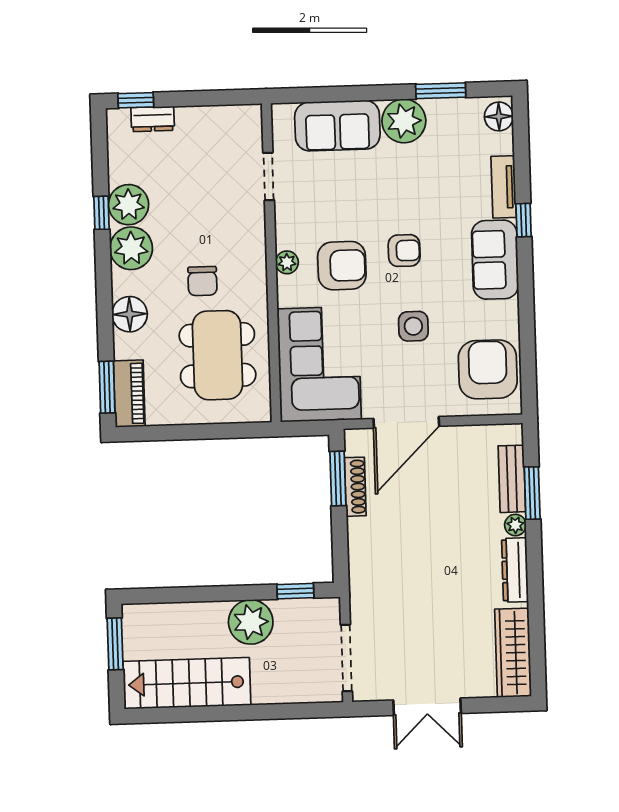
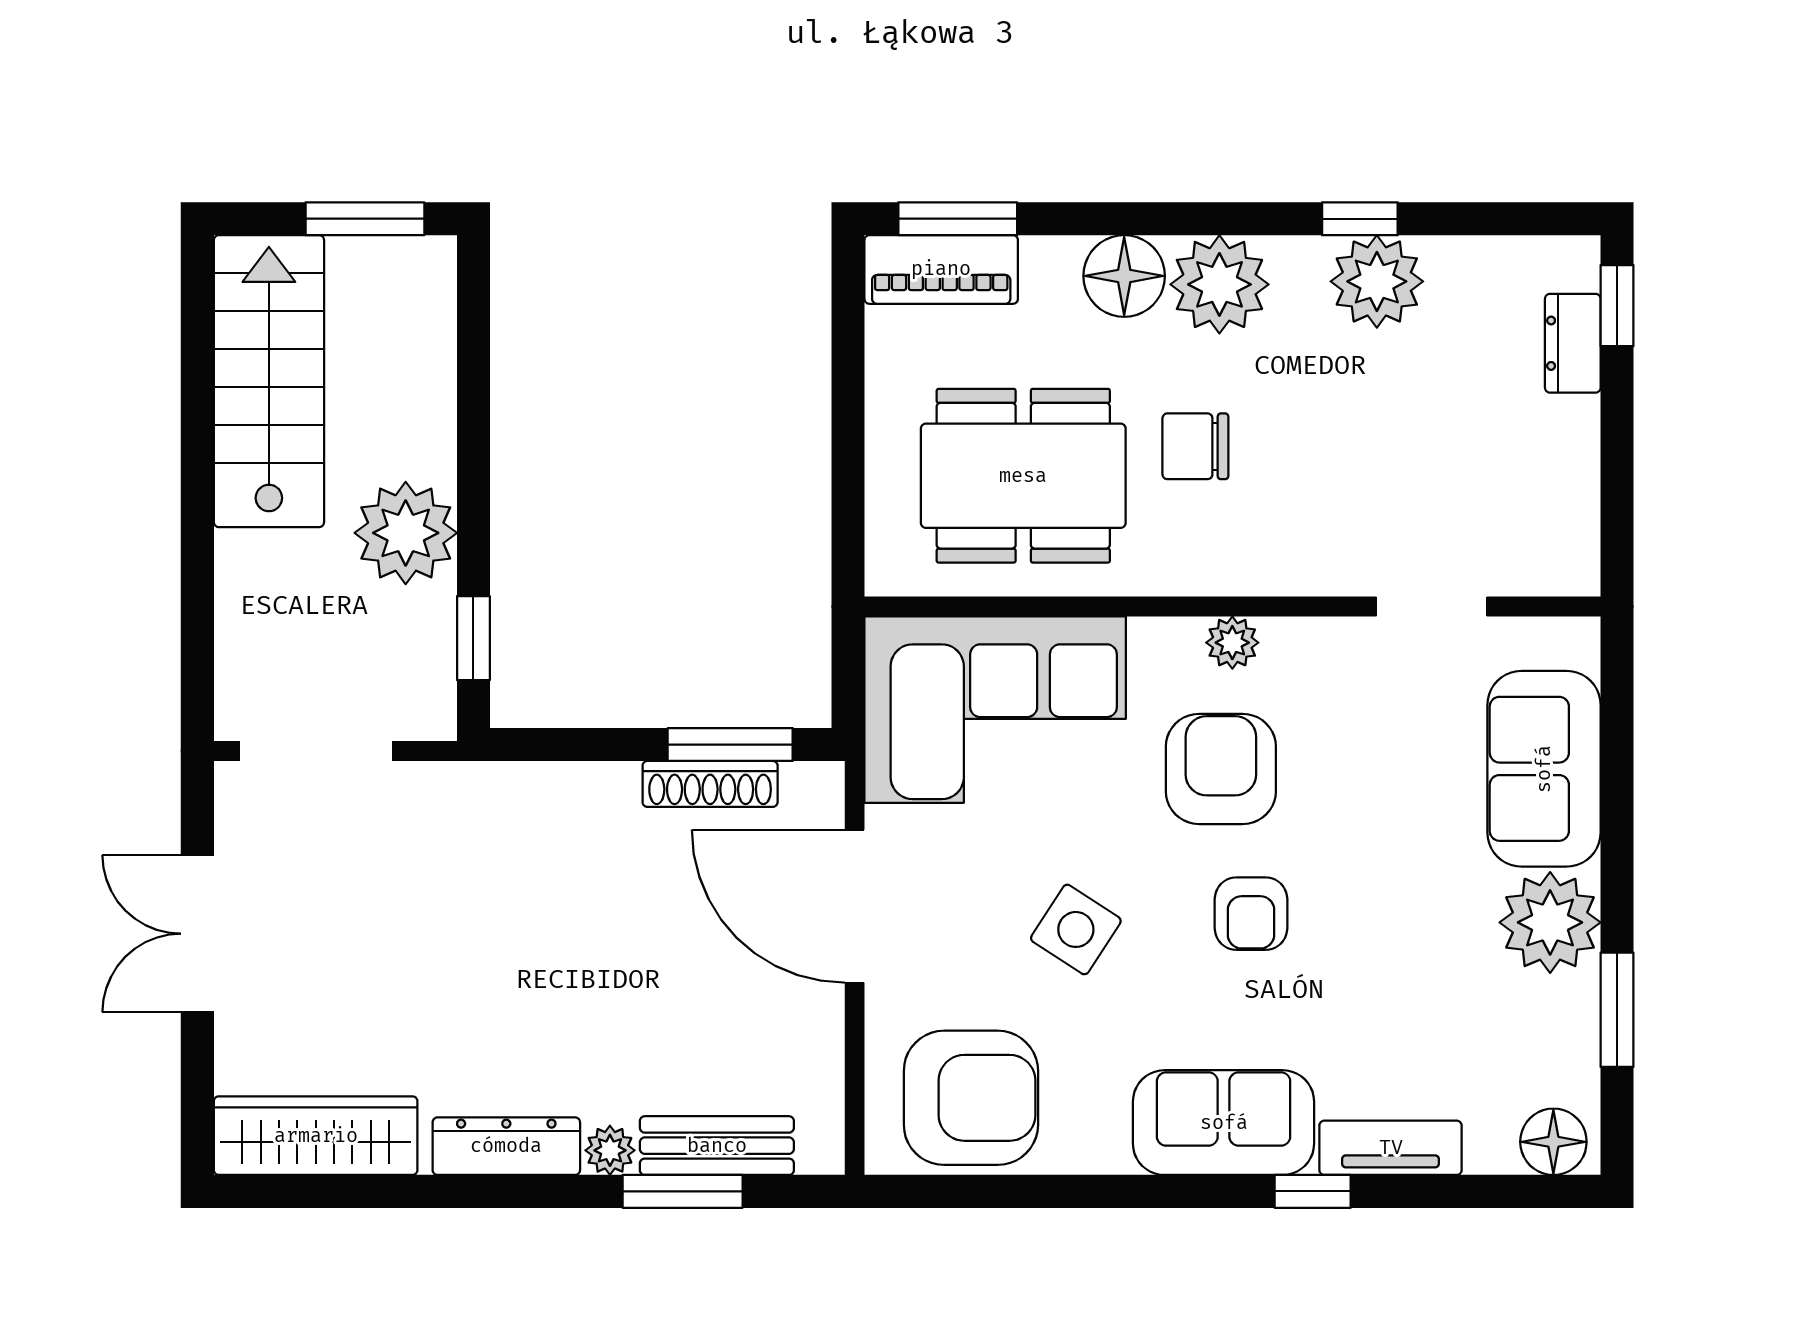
plant: (131, 248) -> (1219, 284), moved
armchair: (342, 266) -> (1221, 769), turned 180
side table: (413, 326) -> (1076, 929), turned 33

